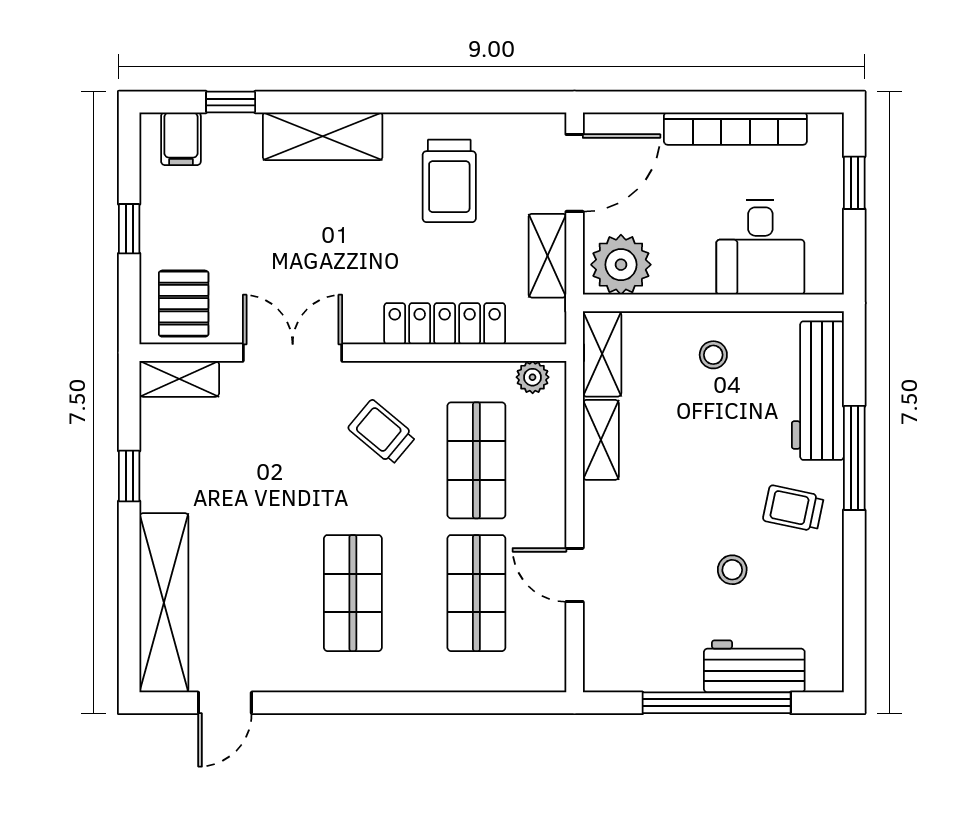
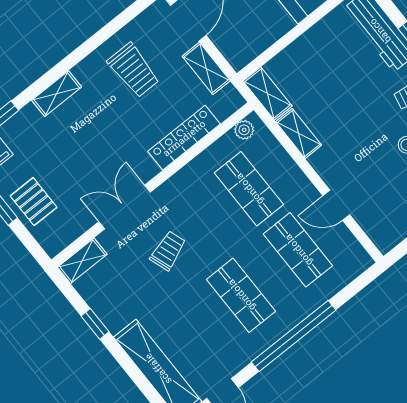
shelving: (323, 136) -> (57, 94), width x0.67, depth x0.75
plant: (621, 265) -> (243, 45), removed
pallet: (184, 304) -> (34, 202), moved
stool: (713, 355) -> (319, 53), removed
trolley: (382, 432) -> (168, 251), moved, turned 121
window: (379, 703) -> (294, 336), added

